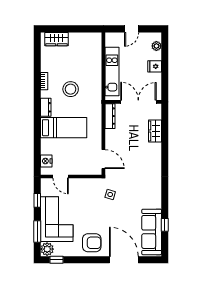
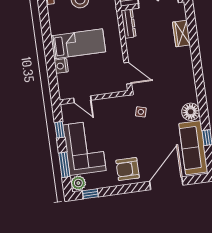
dresser: (46, 107) -> (55, 24), removed
nightstand: (46, 161) -> (61, 66), moved
floor lamp: (154, 200) -> (191, 112), added
armchair: (92, 243) -> (128, 169), turned 180
door: (124, 260) -> (166, 183), hinge flipped

